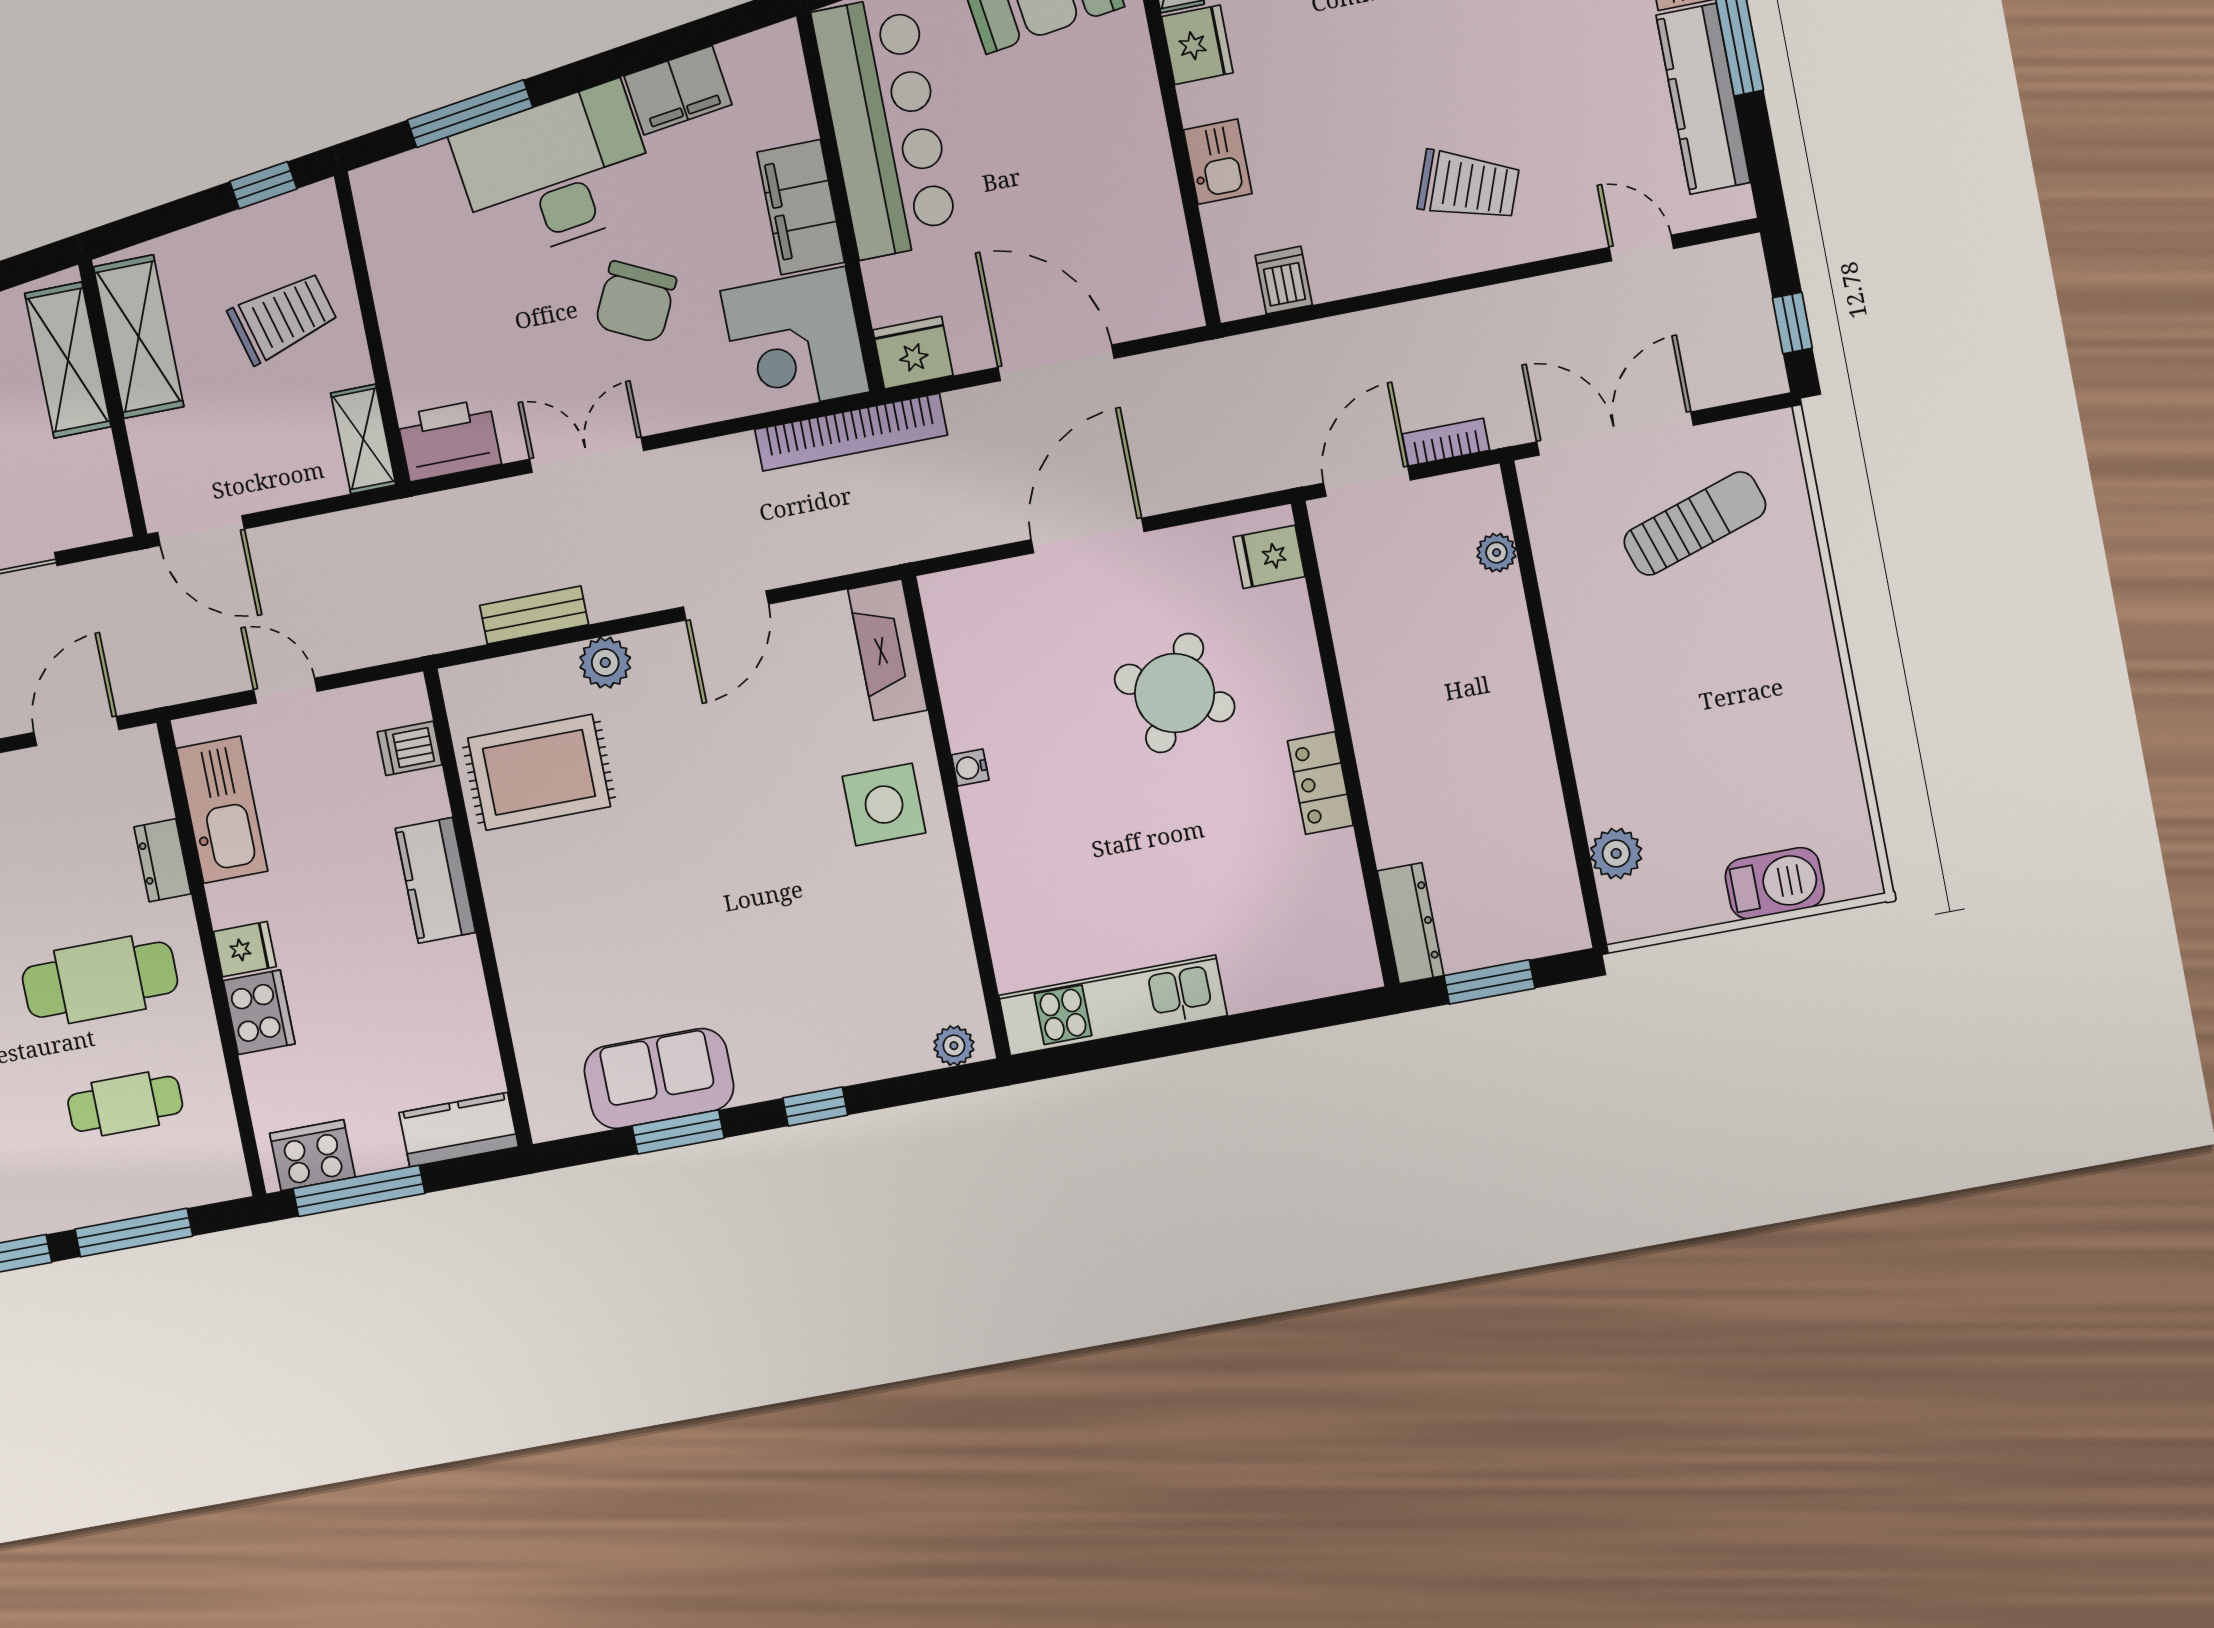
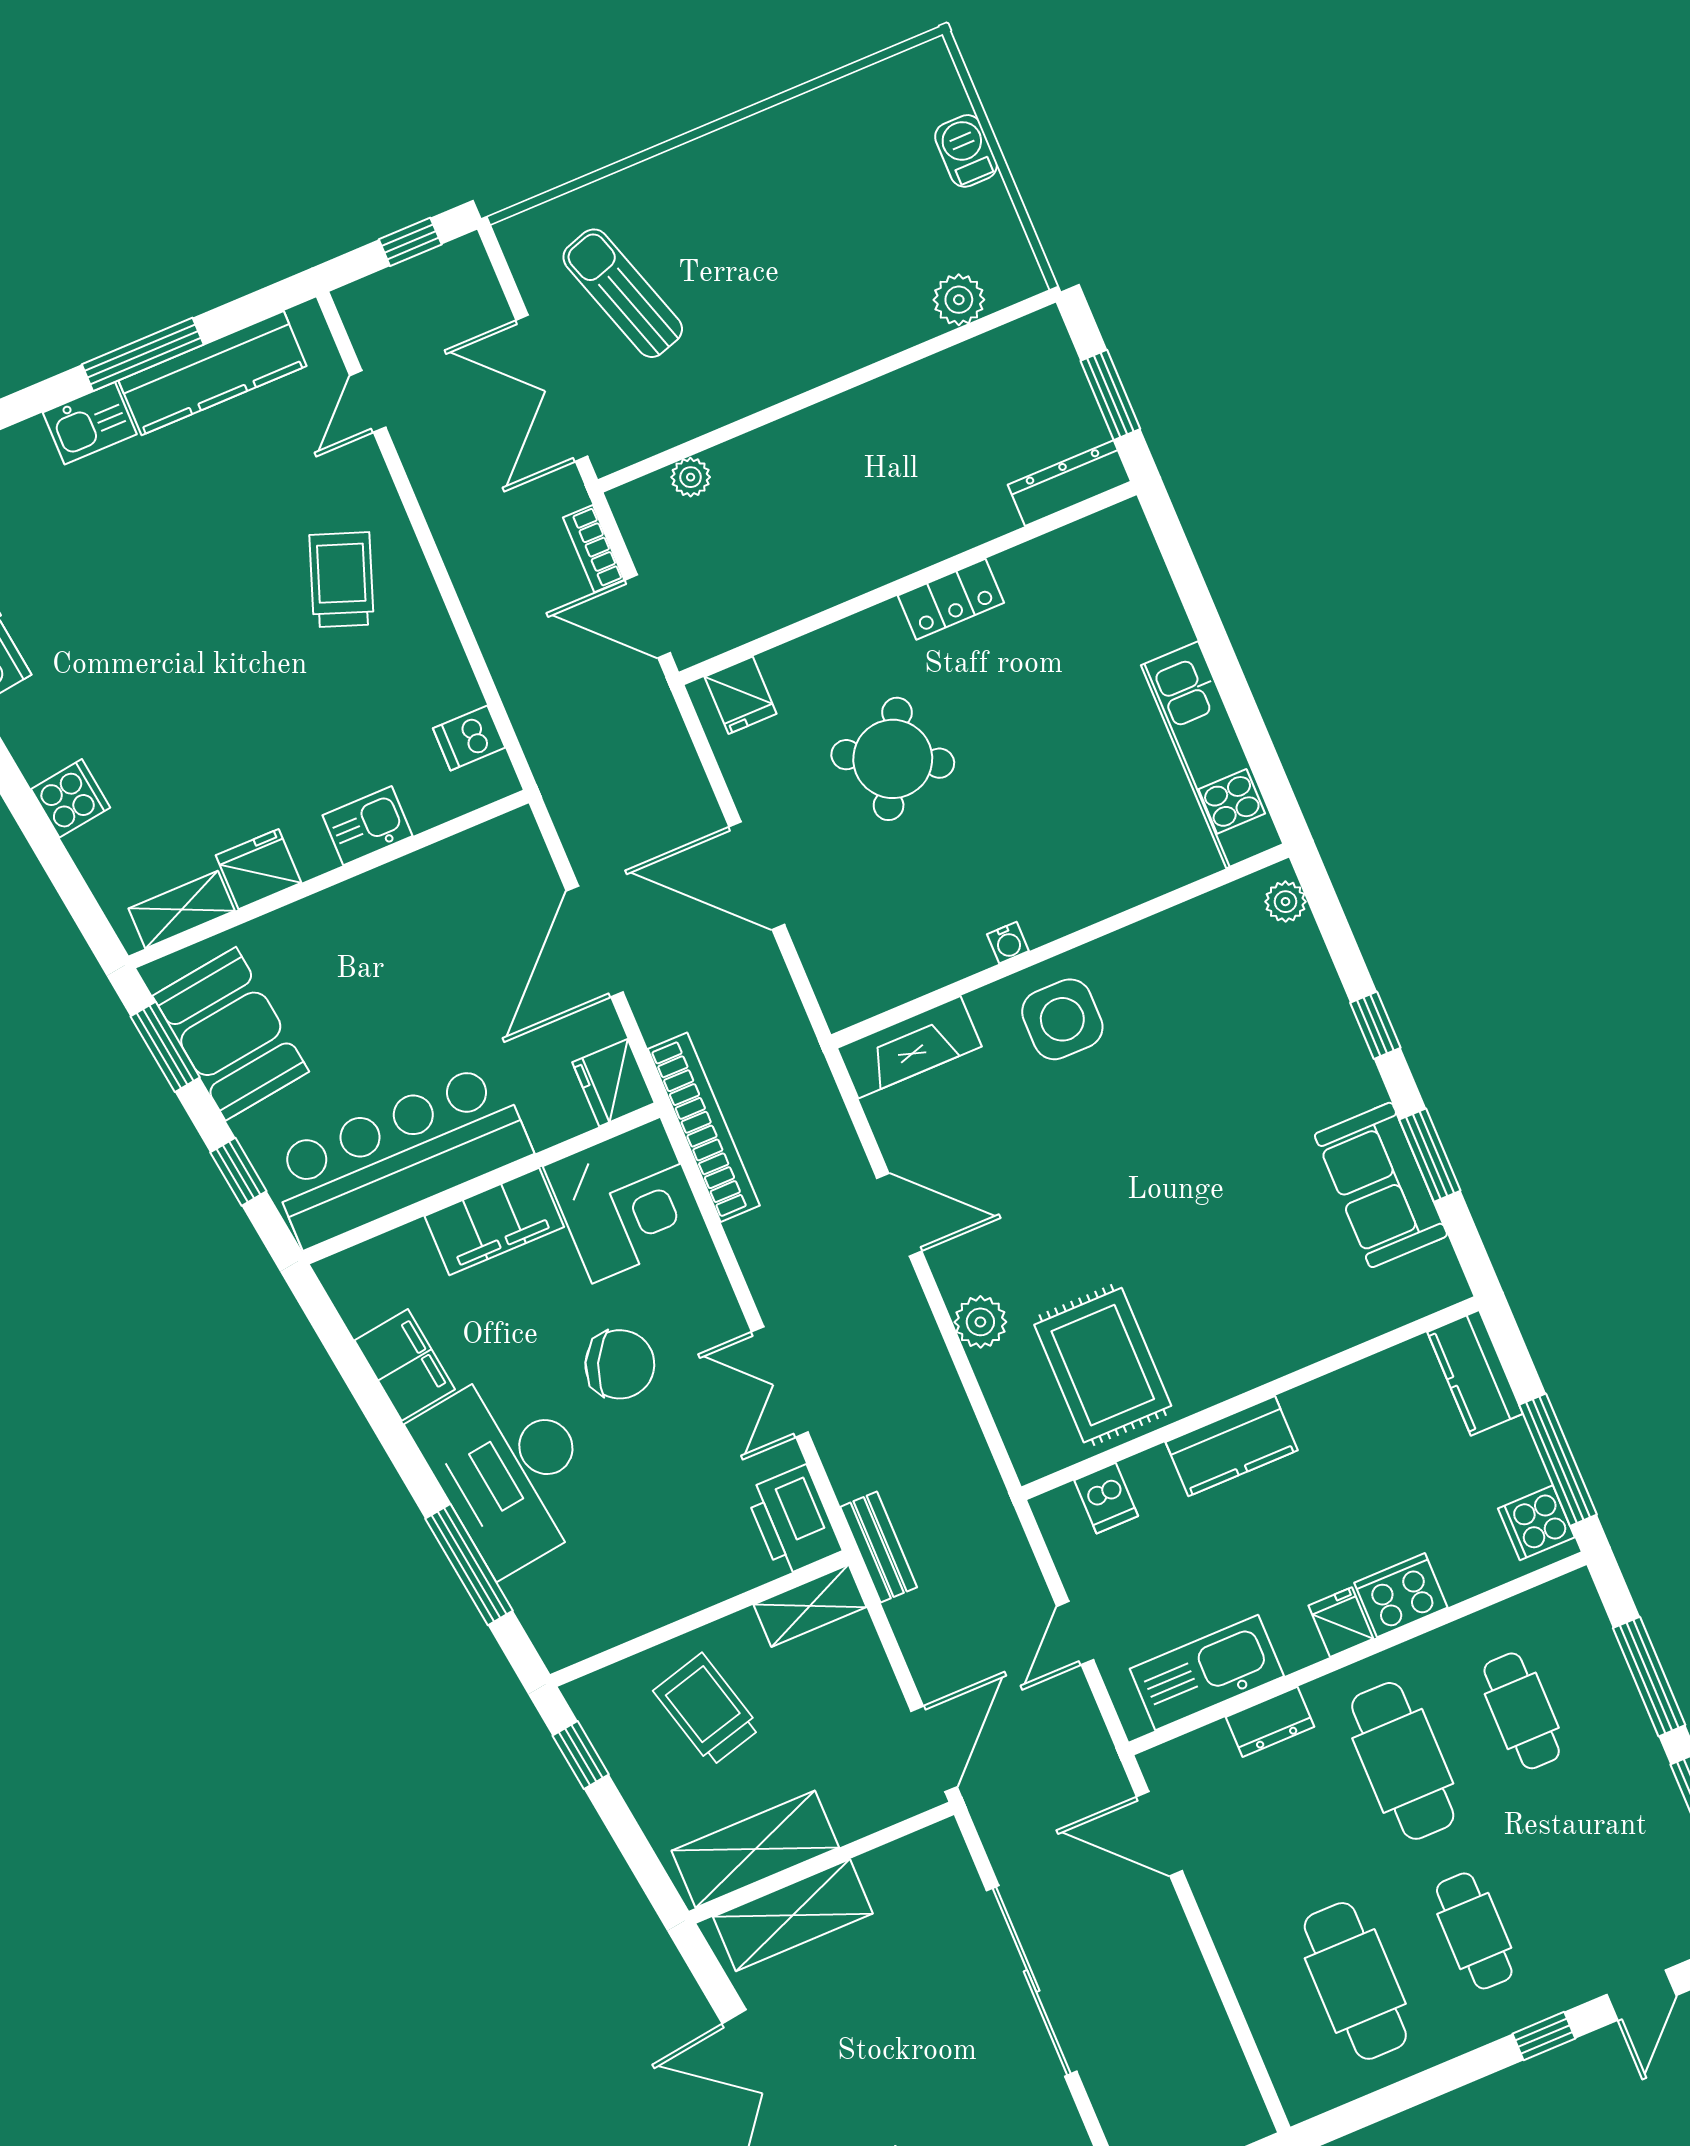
bench: (534, 615) -> (879, 1547), moved
barbecue: (1775, 883) -> (966, 151), width x0.73, depth x0.79
cooker: (312, 1155) -> (1536, 1523), width x0.73

